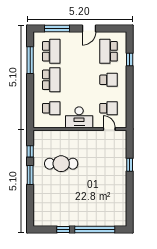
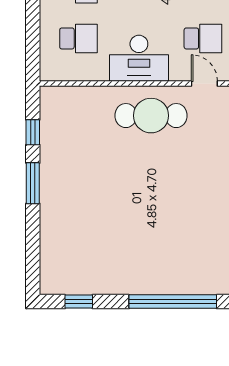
cafe table: (61, 164) -> (151, 116), moved
window: (63, 229) -> (79, 302), moved

